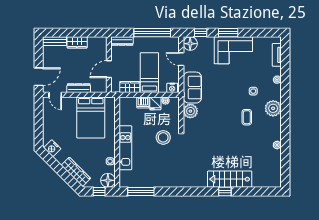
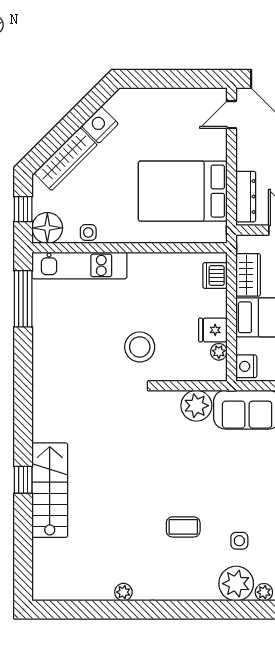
dresser: (79, 88) -> (246, 197), moved
dishwasher: (143, 102) -> (215, 275), moved
plant: (273, 108) -> (236, 584), moved
nightstand: (52, 148) -> (100, 125), moved
kitchen unit: (125, 148) -> (79, 265), moved

